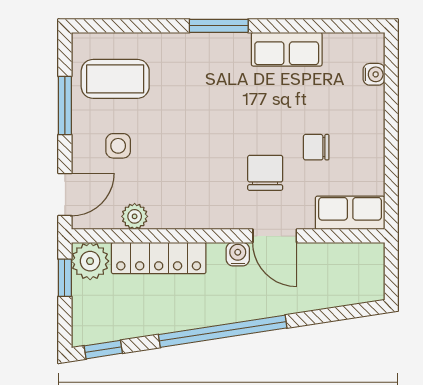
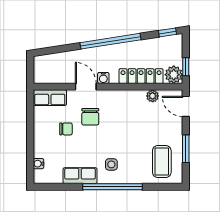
window: (219, 26) -> (112, 187), width x2.11
coffee table: (115, 79) -> (162, 161), turned 90
side table: (118, 146) -> (111, 164), moved
door: (65, 195) -> (186, 106), hinge flipped

